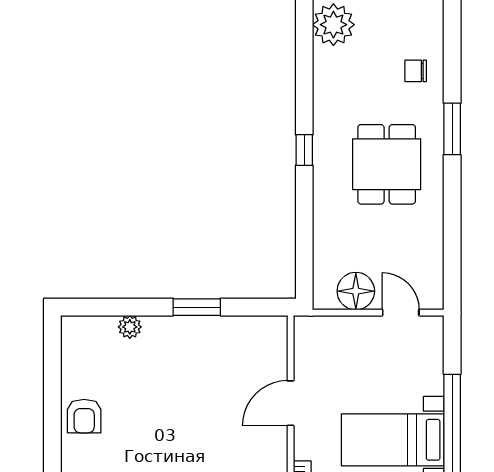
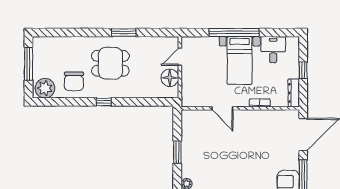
chair: (416, 71) -> (74, 81), moved, width x1.87, depth x1.87
window: (452, 129) -> (124, 33), moved

